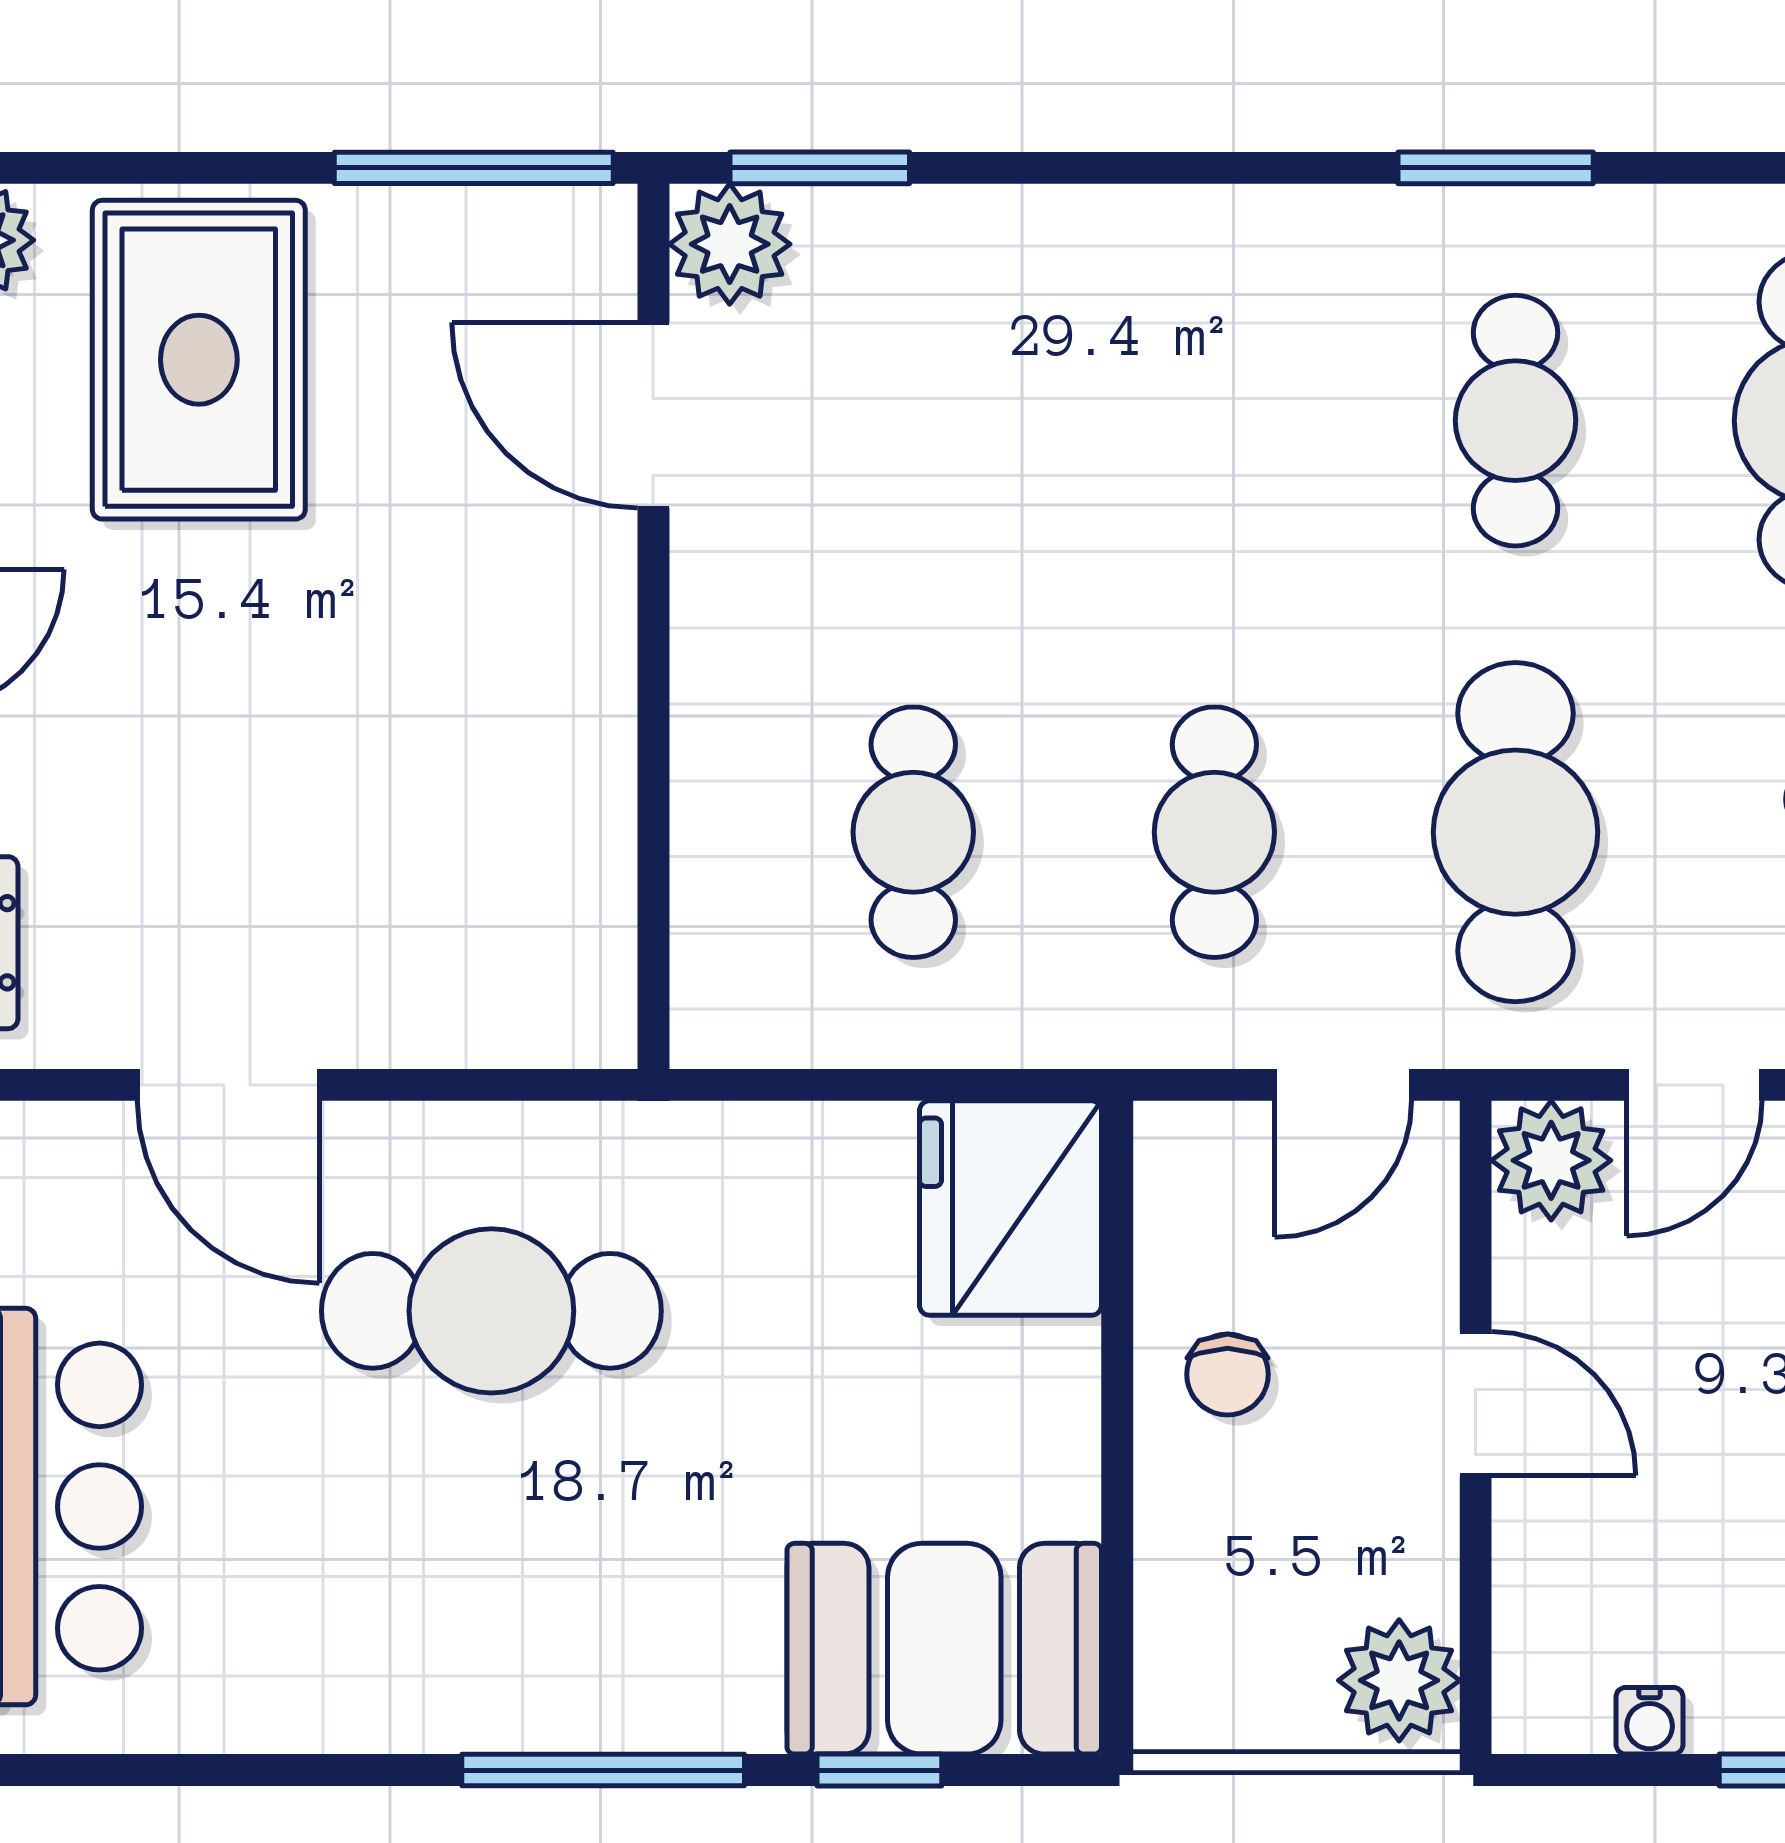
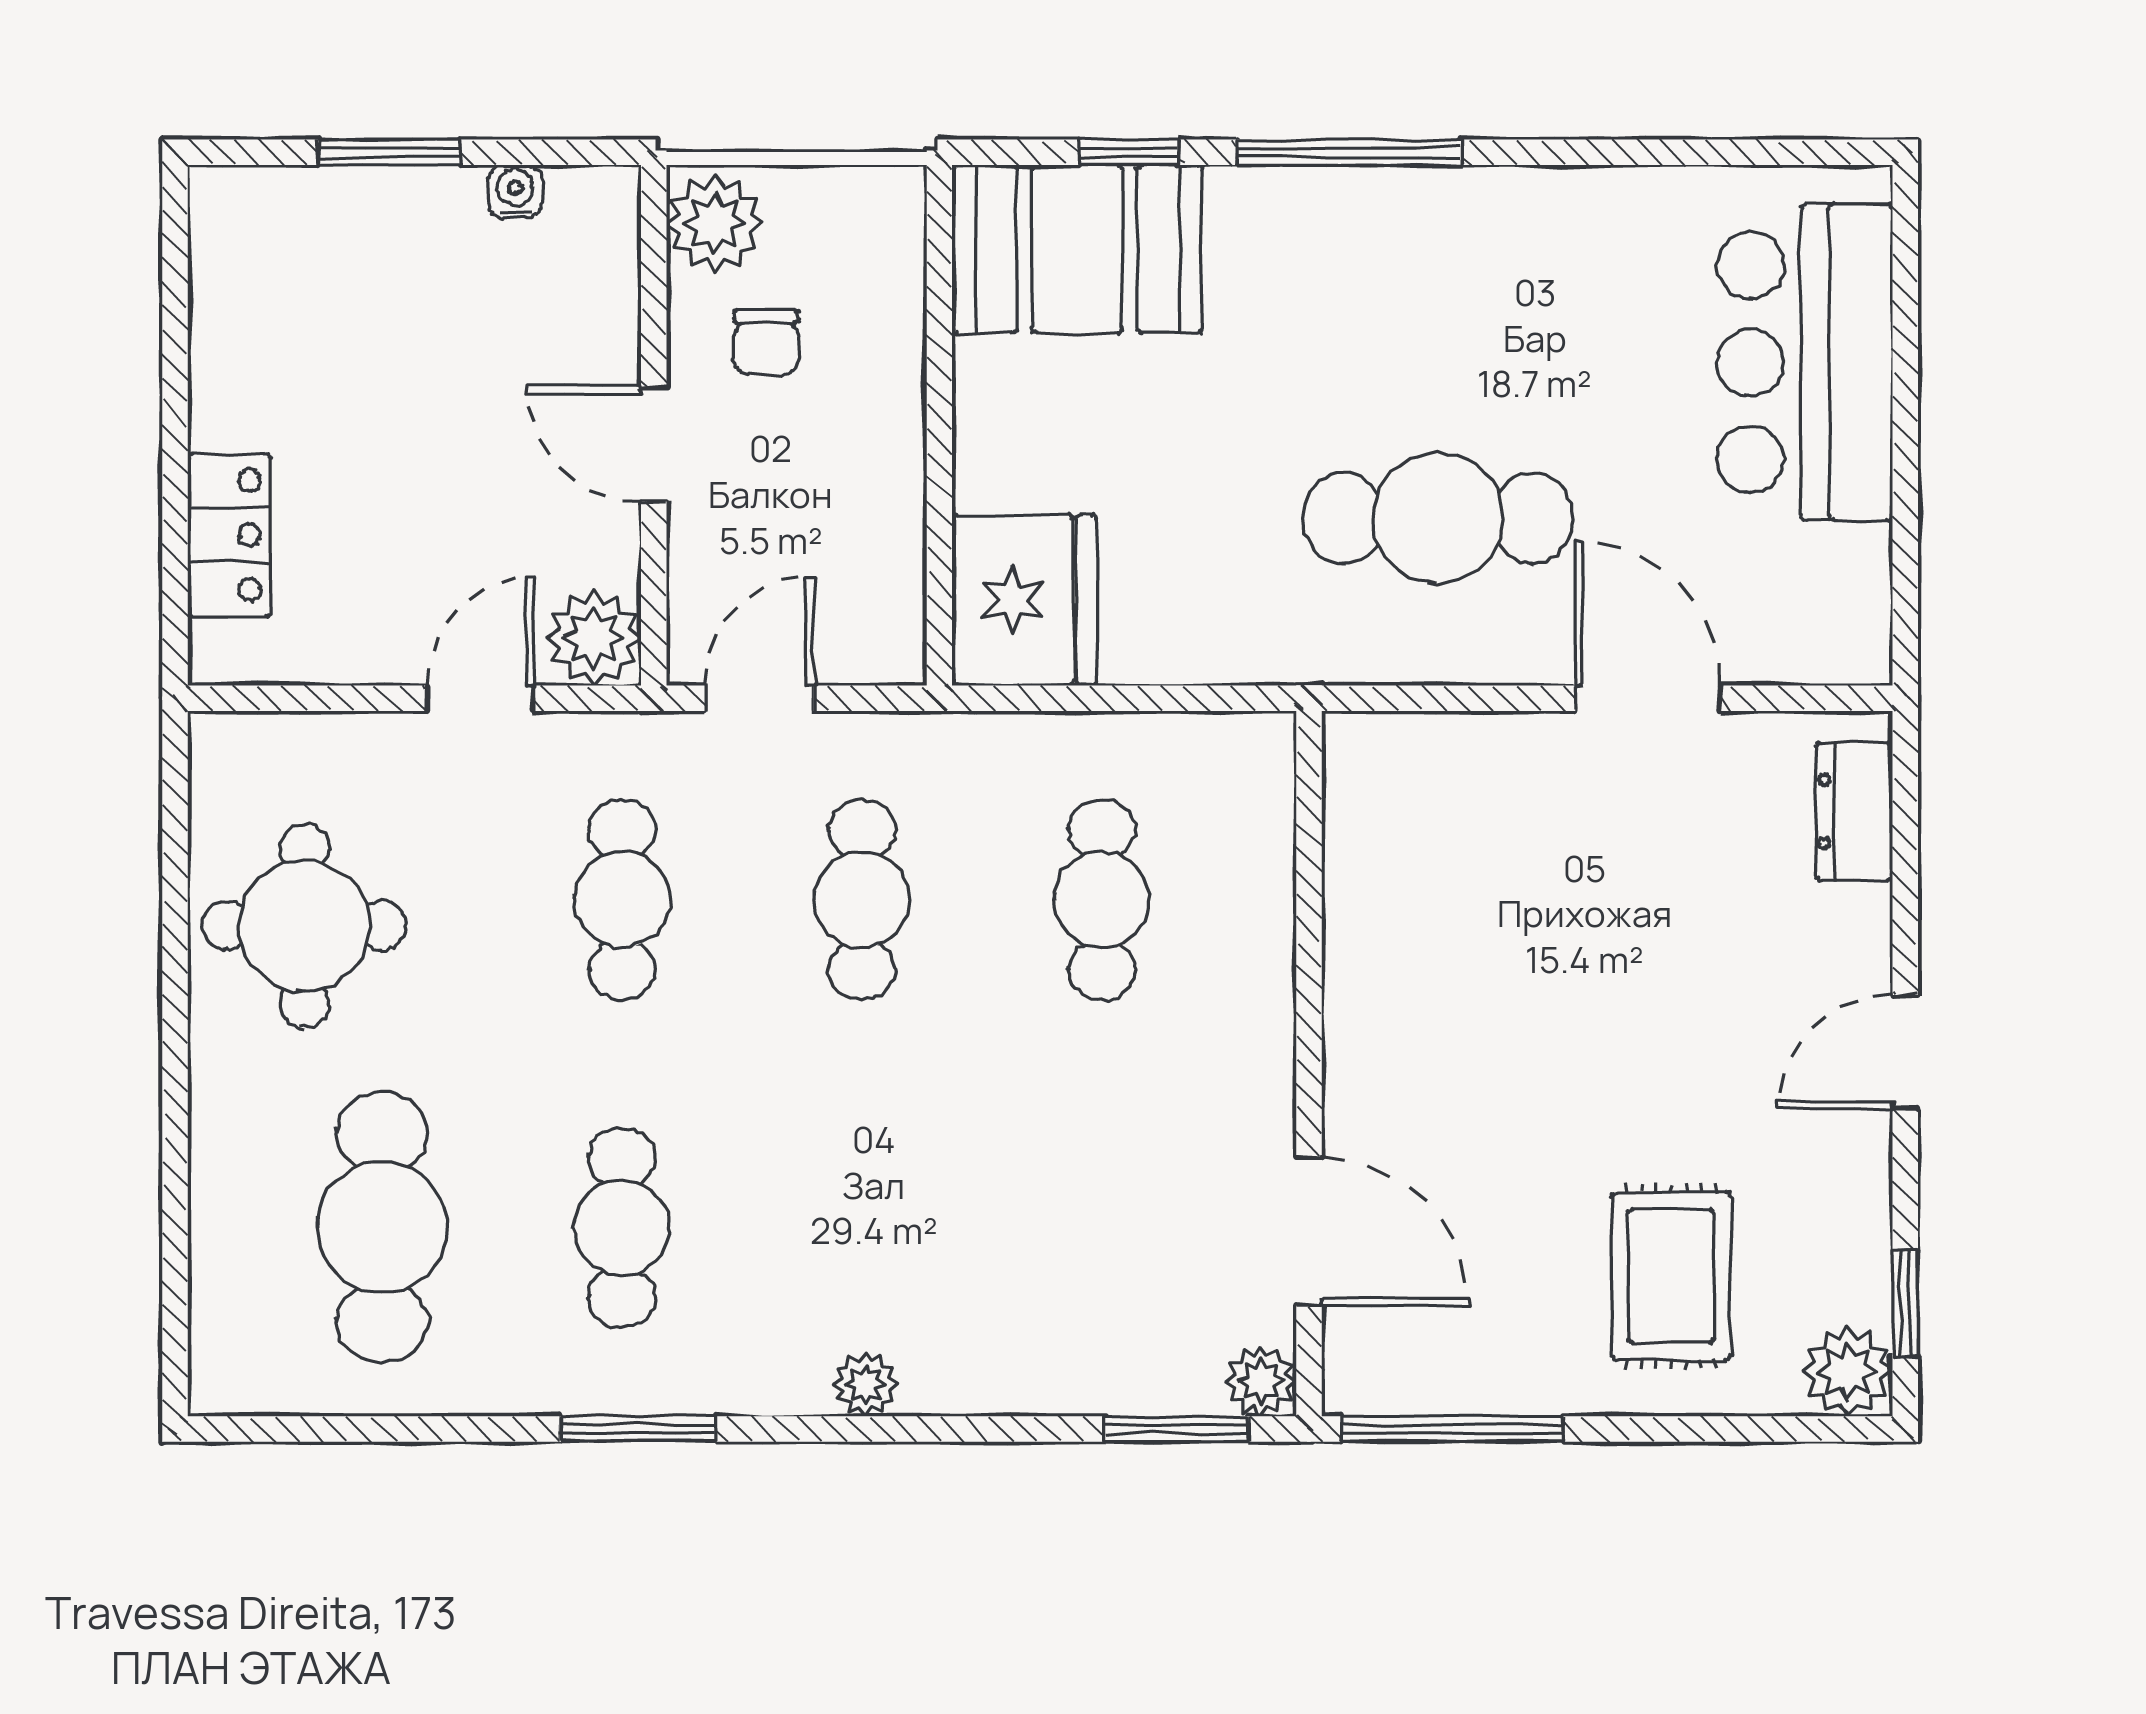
plant: (1210, 224) -> (865, 1384), added
plant: (730, 244) -> (1261, 1381), width x0.73, depth x0.73
rug: (199, 360) -> (1671, 1276), width x0.73, depth x0.70
cafe table: (1515, 832) -> (622, 900), width x0.73, depth x0.74
chair: (1228, 1374) -> (766, 342), moved, turned 180

